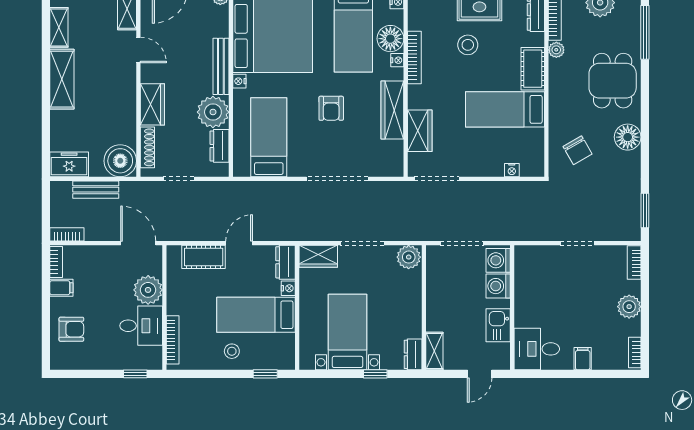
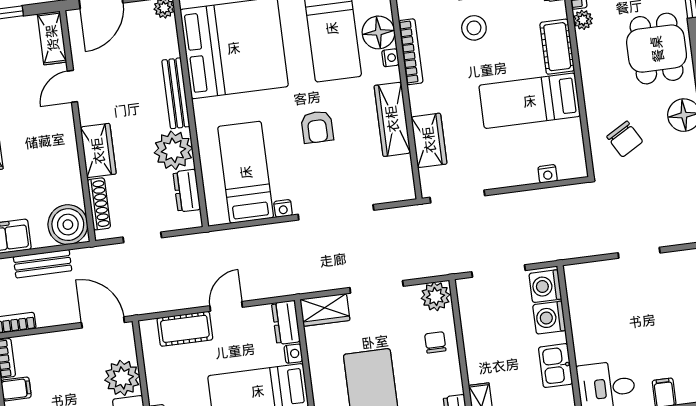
door: (138, 50) -> (72, 86), swing flipped
nightstand: (239, 81) -> (283, 208), moved, turned -90
chair: (404, 294) -> (435, 342), added

